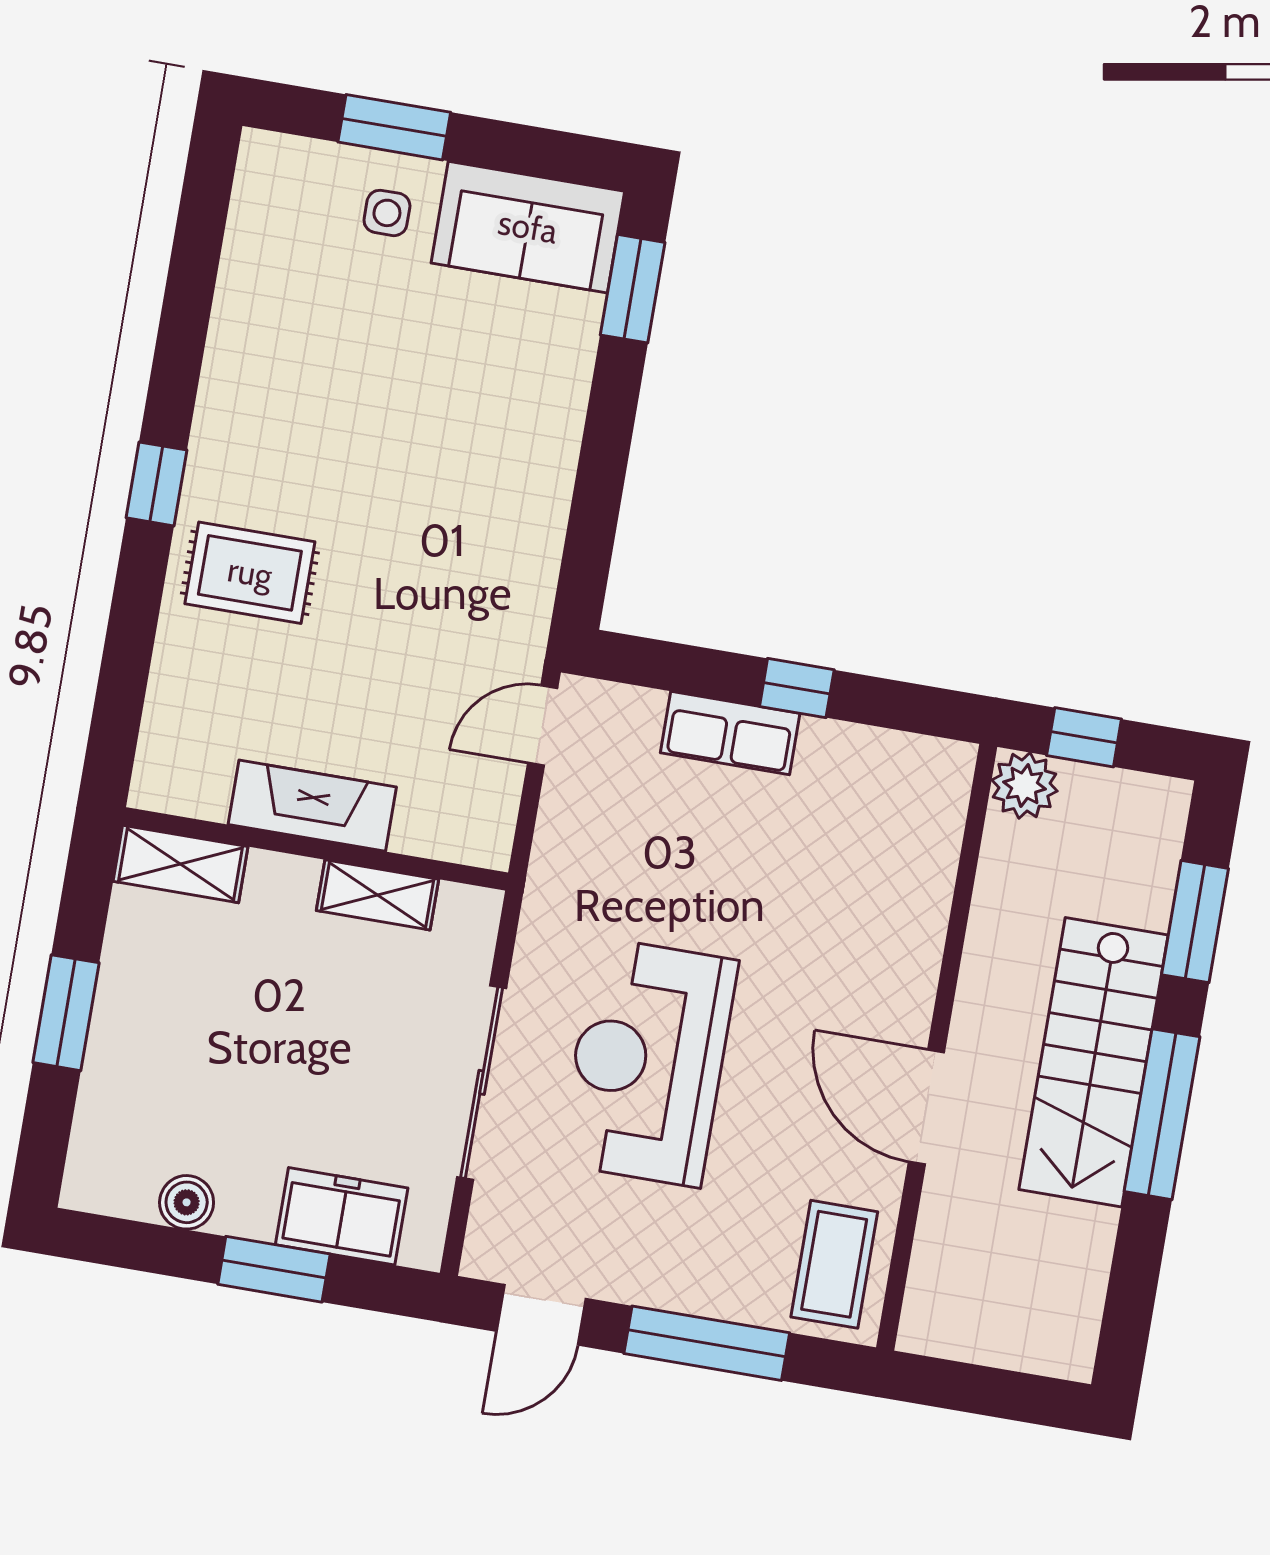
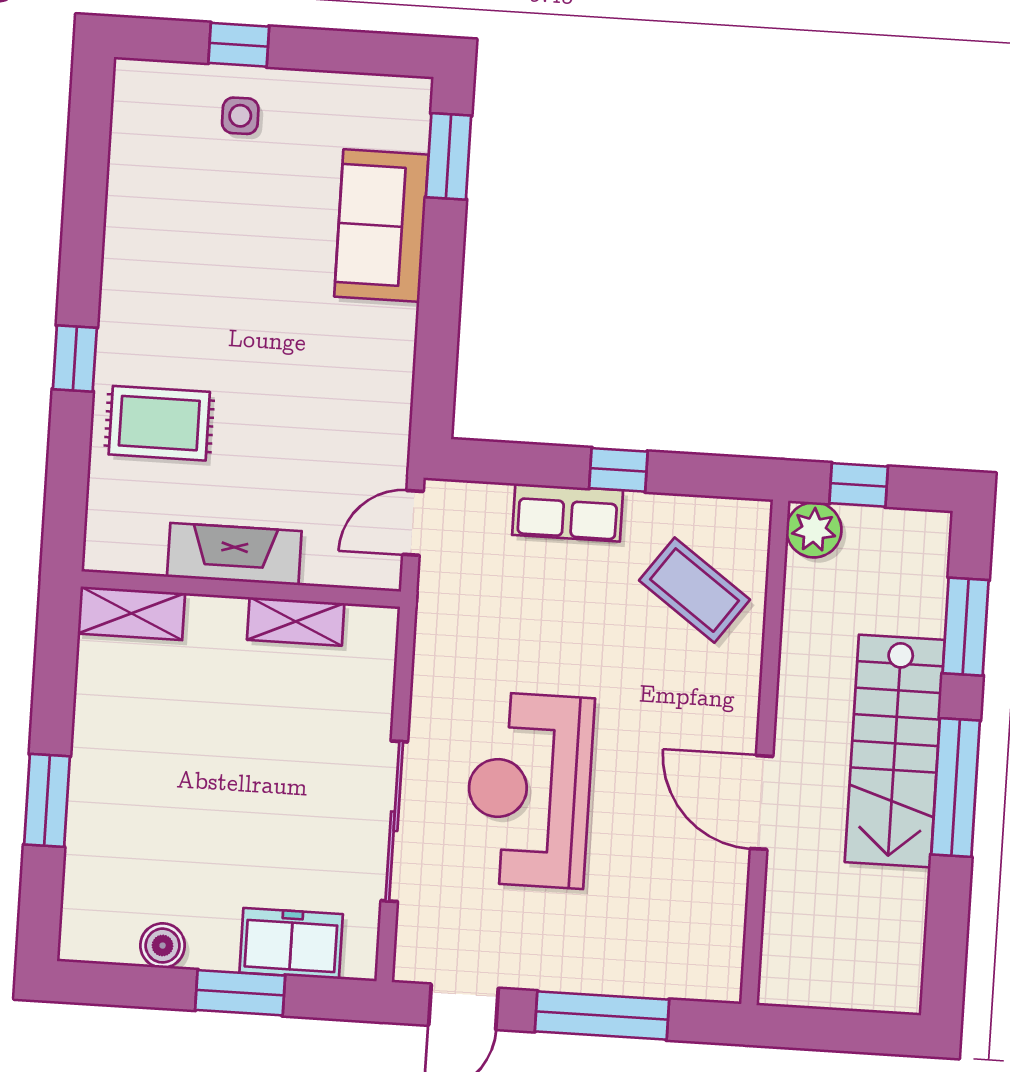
window: (394, 127) -> (239, 45), width x0.67
sofa: (528, 227) -> (381, 226), moved, turned 90
fireplace: (312, 806) -> (234, 554), moved
wall: (316, 849) -> (241, 589), moved
shelving: (181, 864) -> (131, 613), moved
shelving: (377, 895) -> (296, 621), moved
coffee table: (834, 1264) -> (695, 590), moved, turned -54

